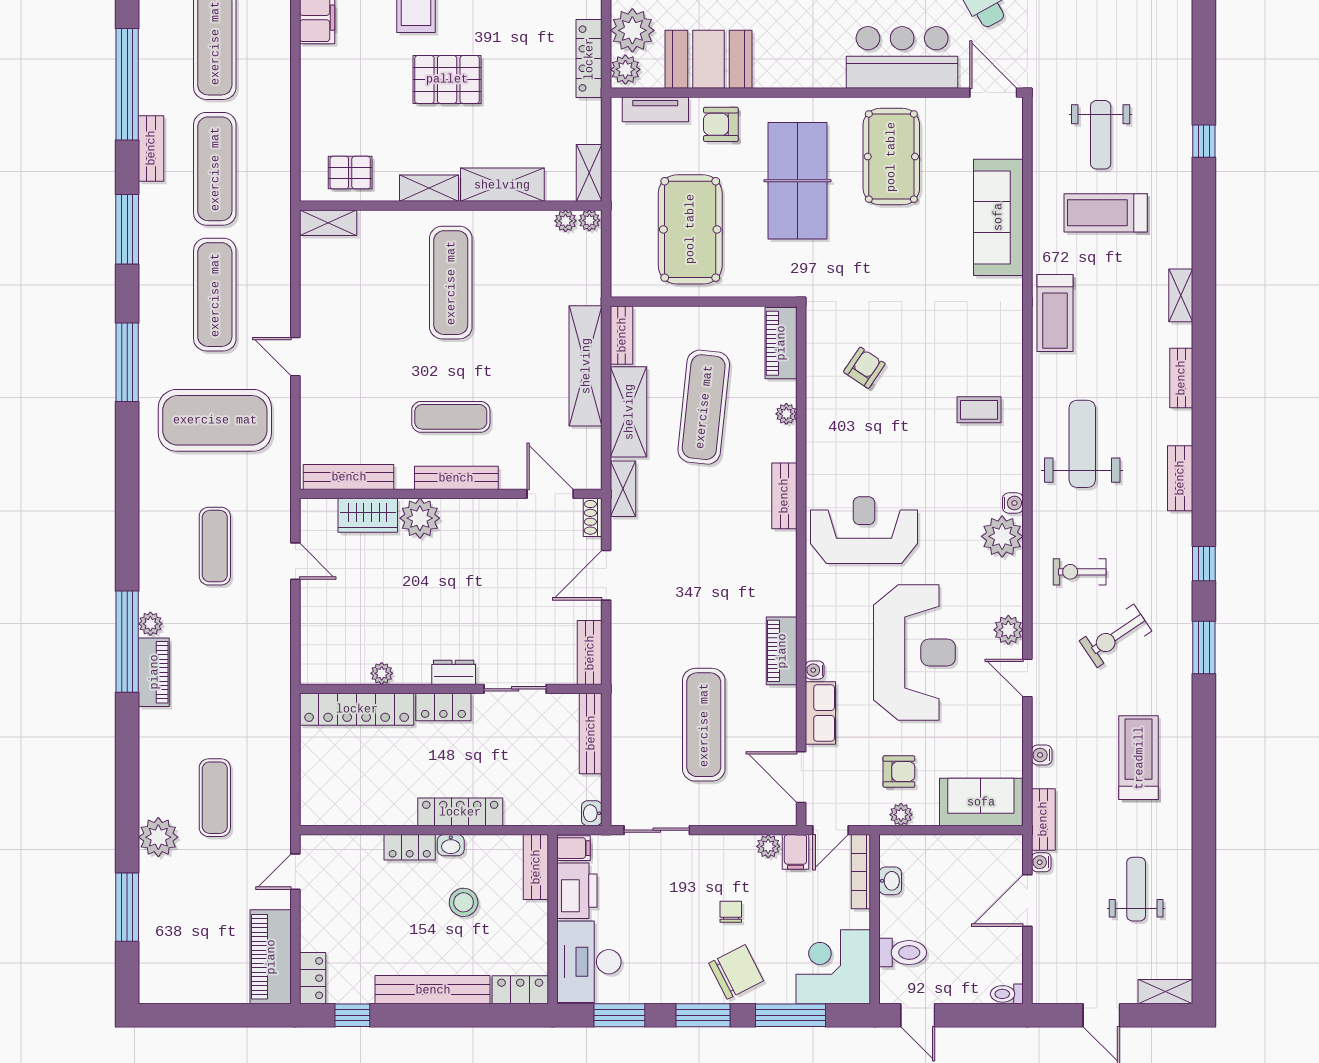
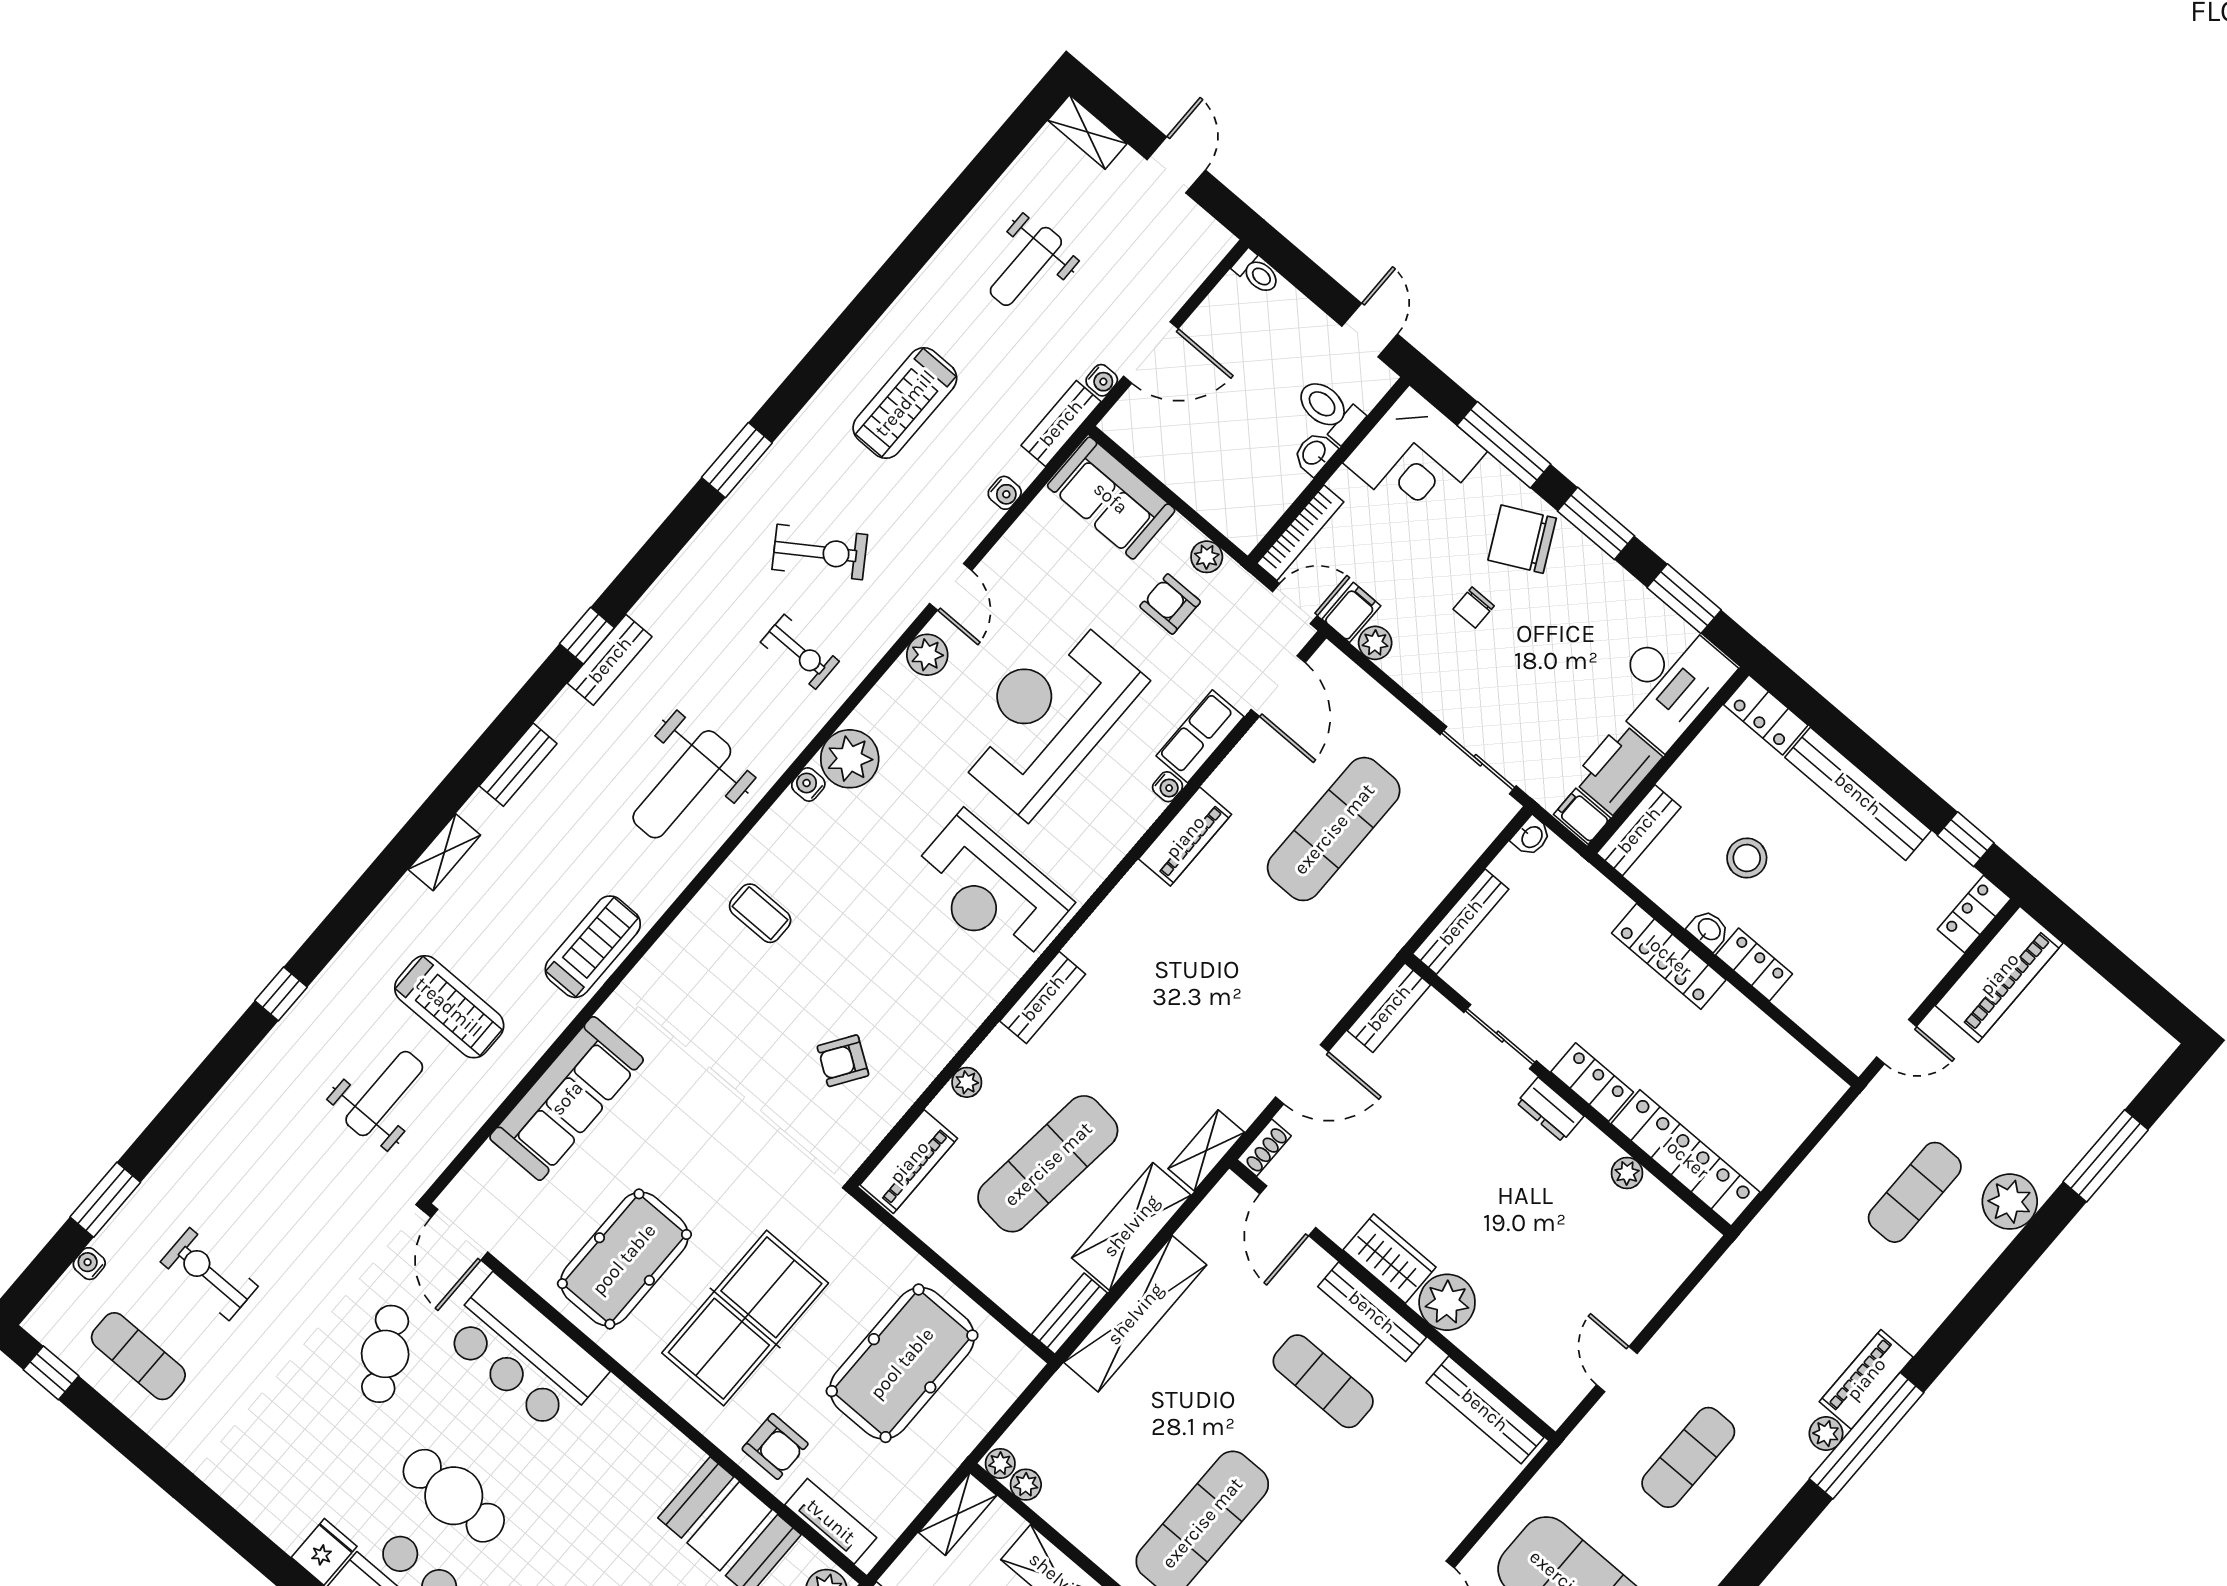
wardrobe: (368, 515) -> (1390, 1259), moved
window: (1204, 564) -> (587, 636), moved
washbasin: (890, 881) -> (1315, 453), moved

